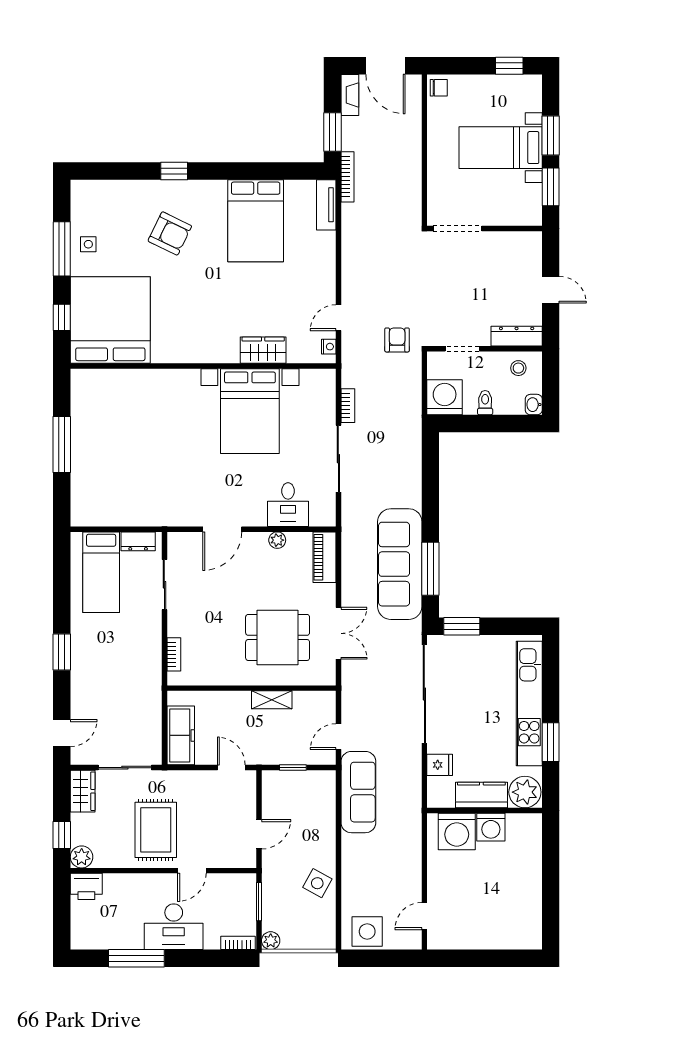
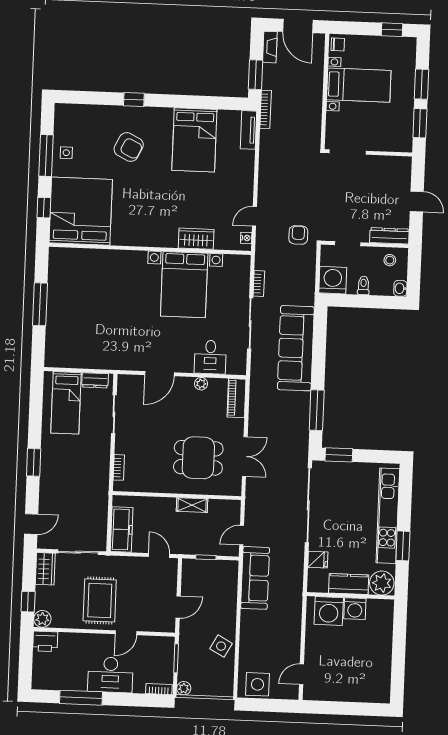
bed with nightstands: (501, 148) -> (359, 85), moved, turned 180
sofa: (400, 564) -> (296, 348), moved

